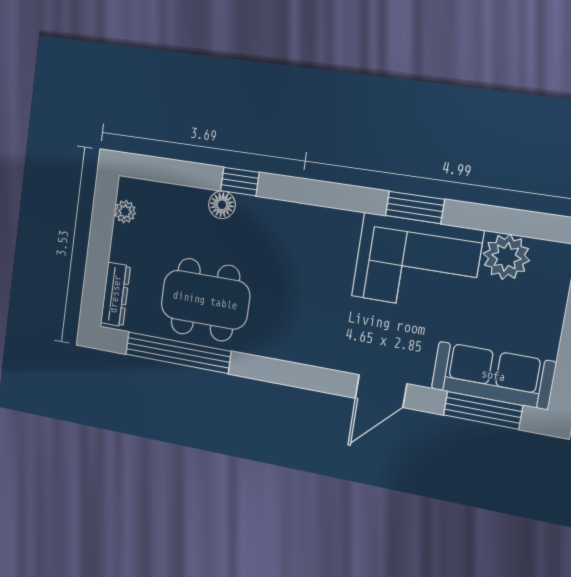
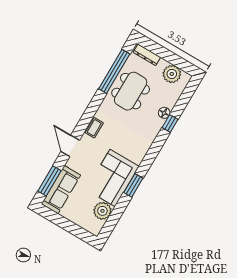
plant: (125, 212) -> (172, 74), width x1.87, depth x1.87
coffee table: (318, 351) -> (94, 128), added

